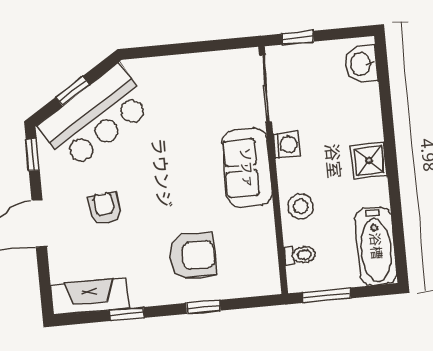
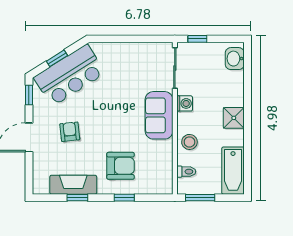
fireplace: (90, 296) -> (73, 185), moved

